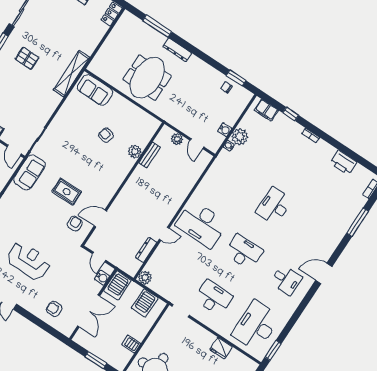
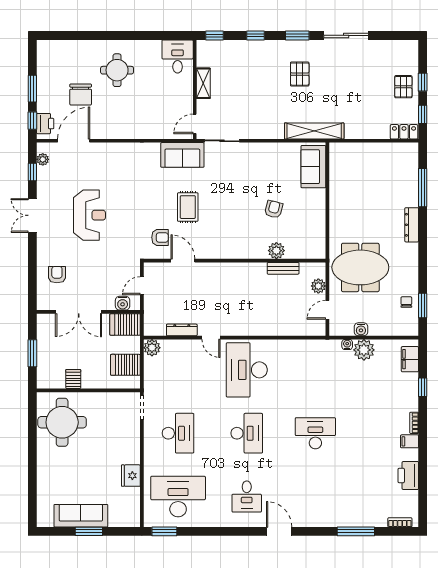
meeting table: (147, 78) -> (360, 267), moved
filing cabinet: (321, 147) -> (410, 441), added

